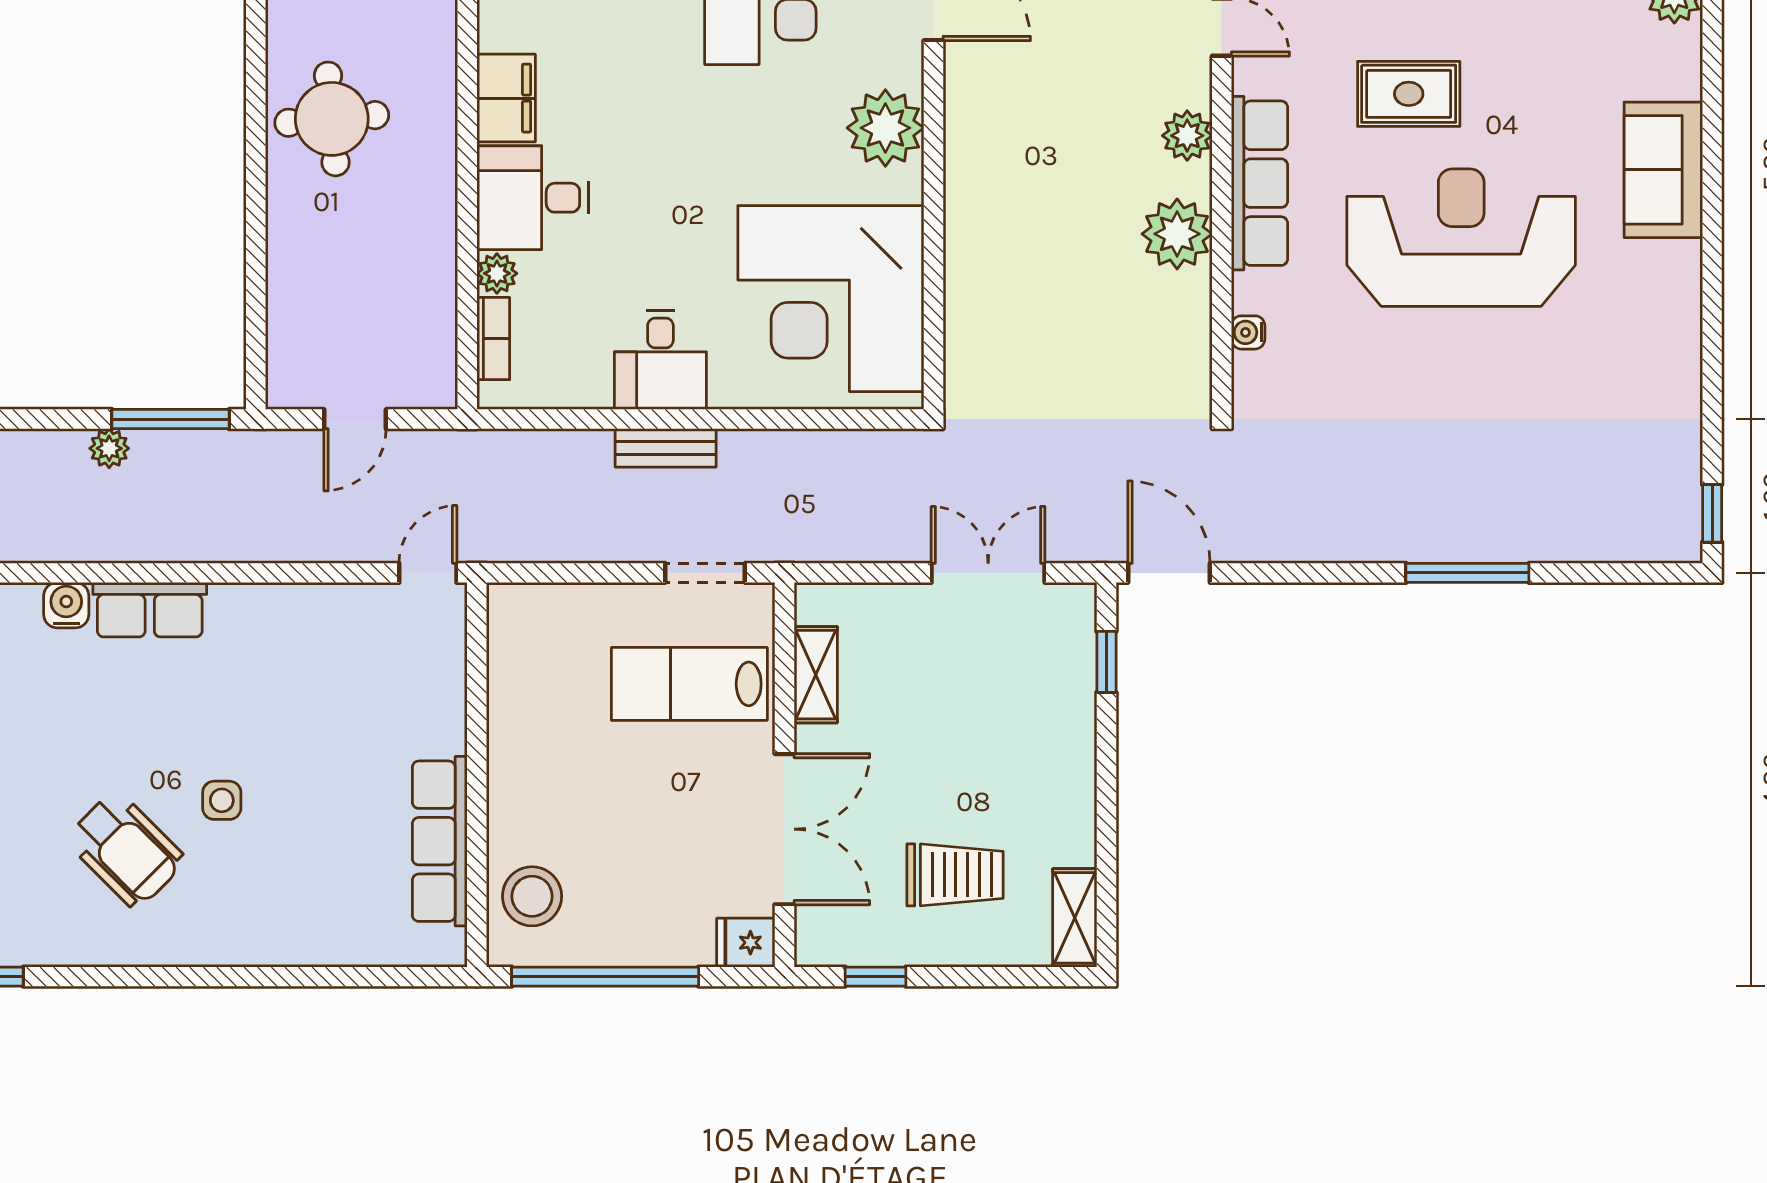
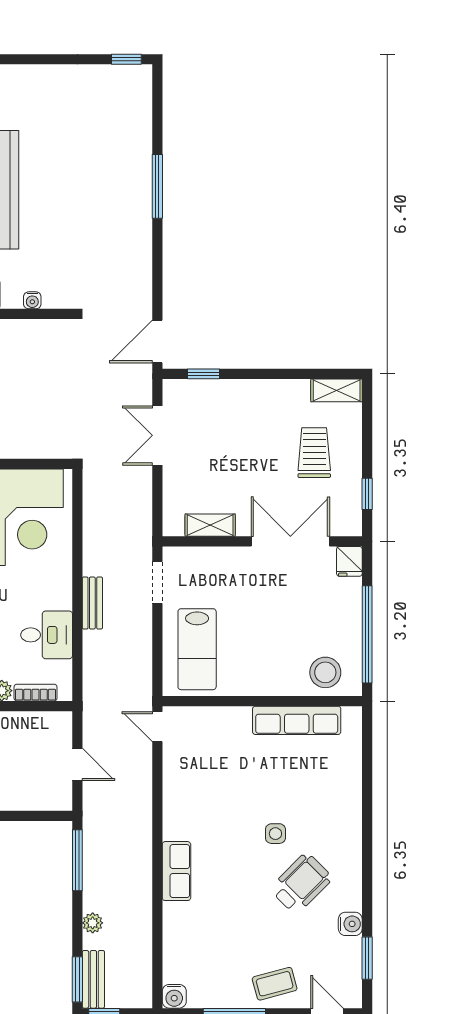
desk: (660, 360) -> (47, 635), moved
plant: (109, 448) -> (93, 923), moved
water cooler: (66, 605) -> (350, 924), moved, turned 180
lab bench: (689, 684) -> (197, 649), moved

